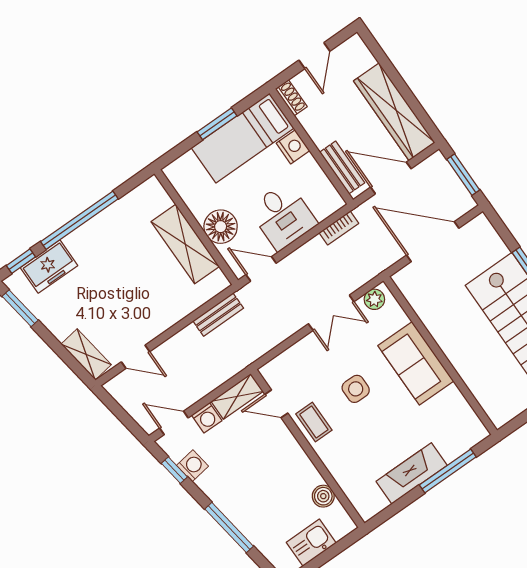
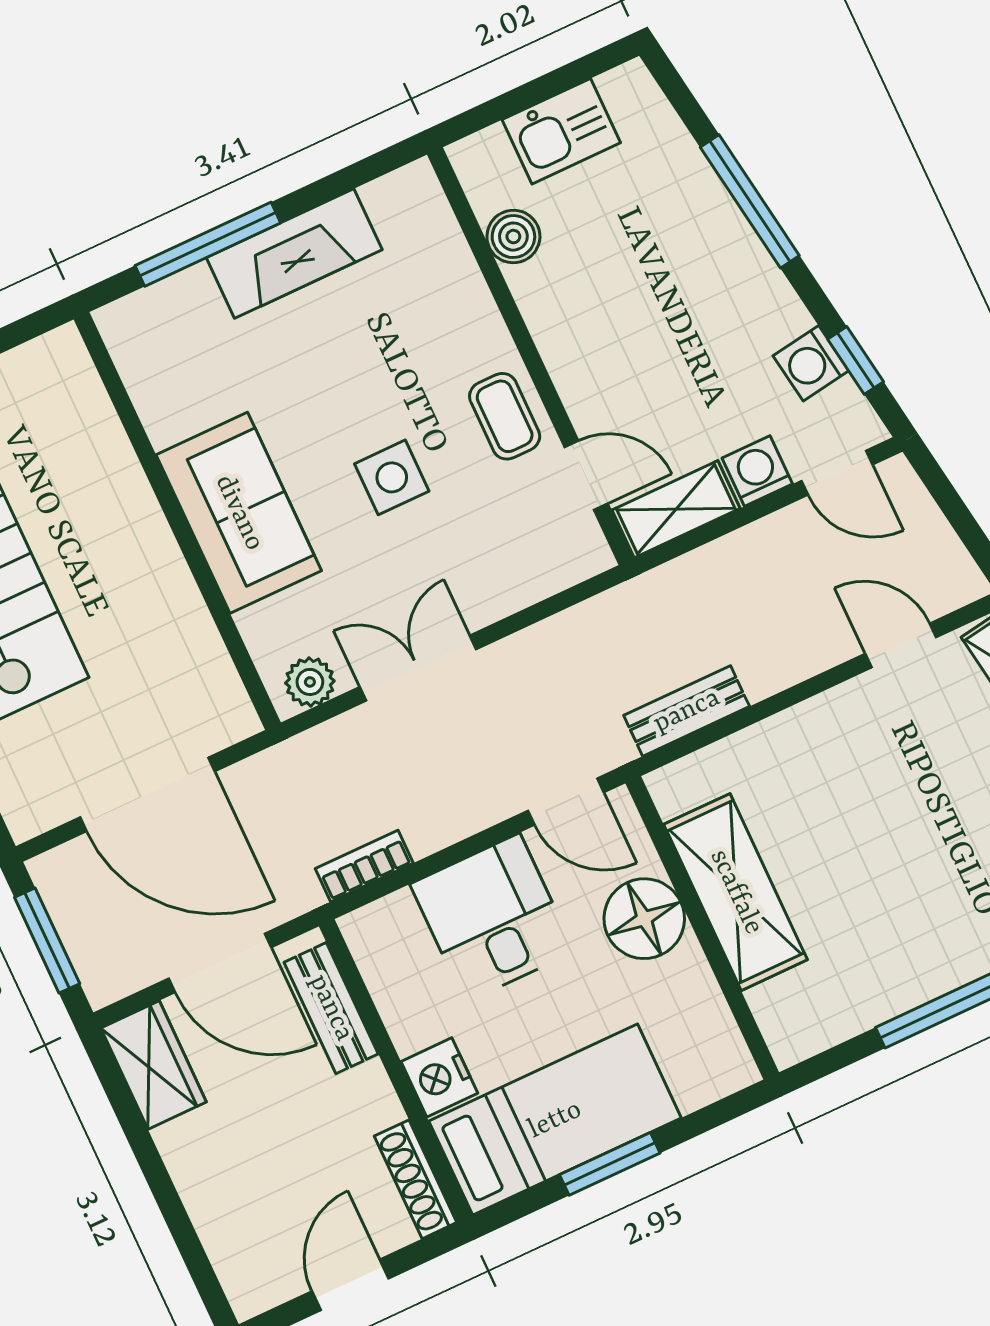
shoe rack: (291, 98) -> (416, 1179), width x1.43
wardrobe: (394, 112) -> (154, 1065), width x0.48, depth x0.85

